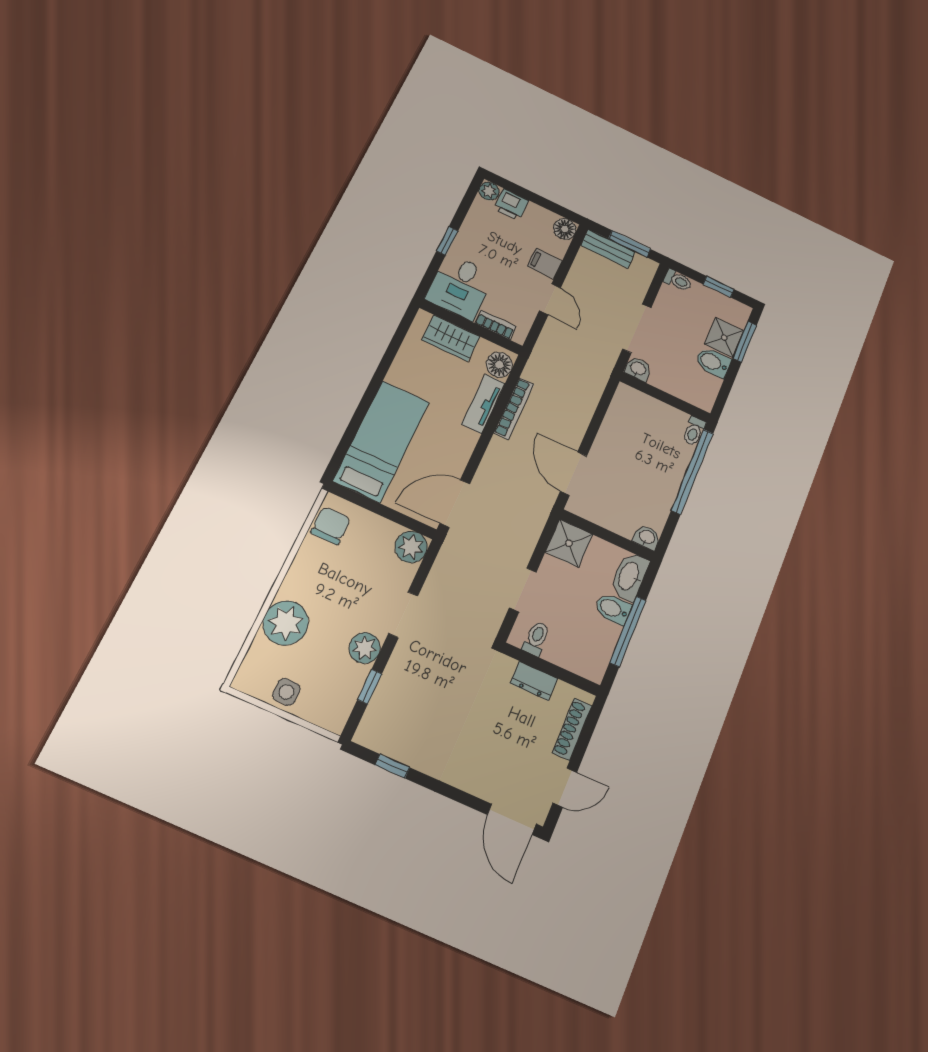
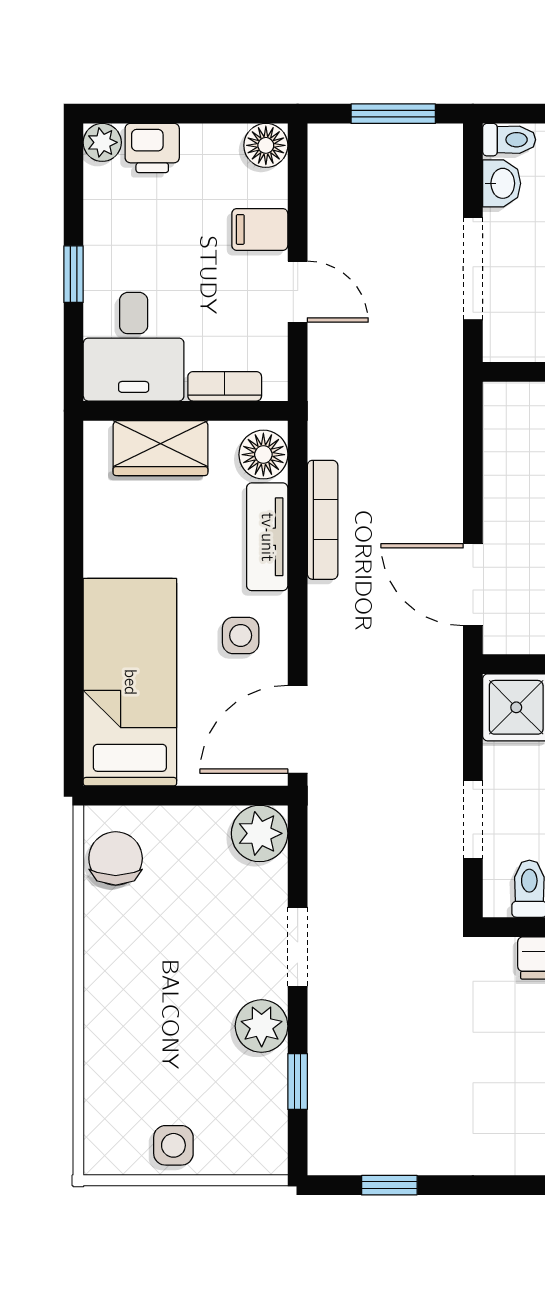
bench: (608, 249) -> (358, 143), removed
washbasin: (638, 369) -> (502, 183), moved, turned 90
side table: (448, 445) -> (241, 635), added
plant: (286, 623) -> (121, 1042), removed

